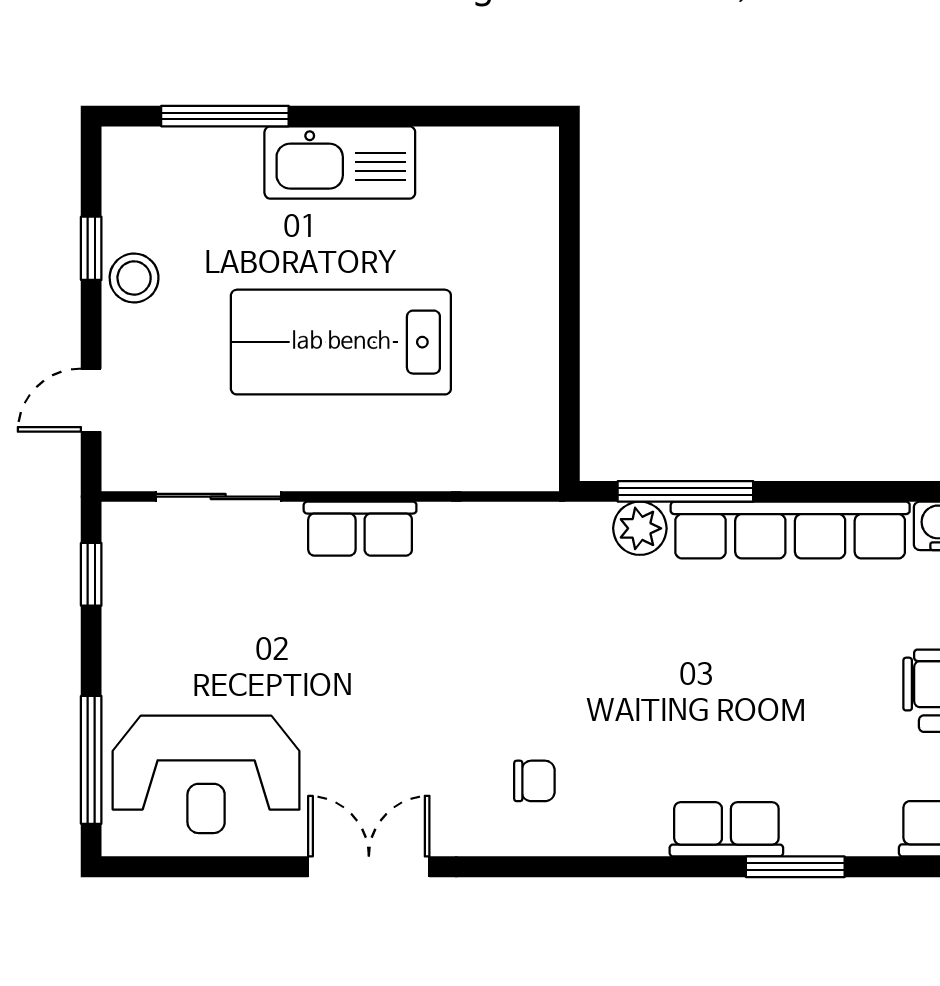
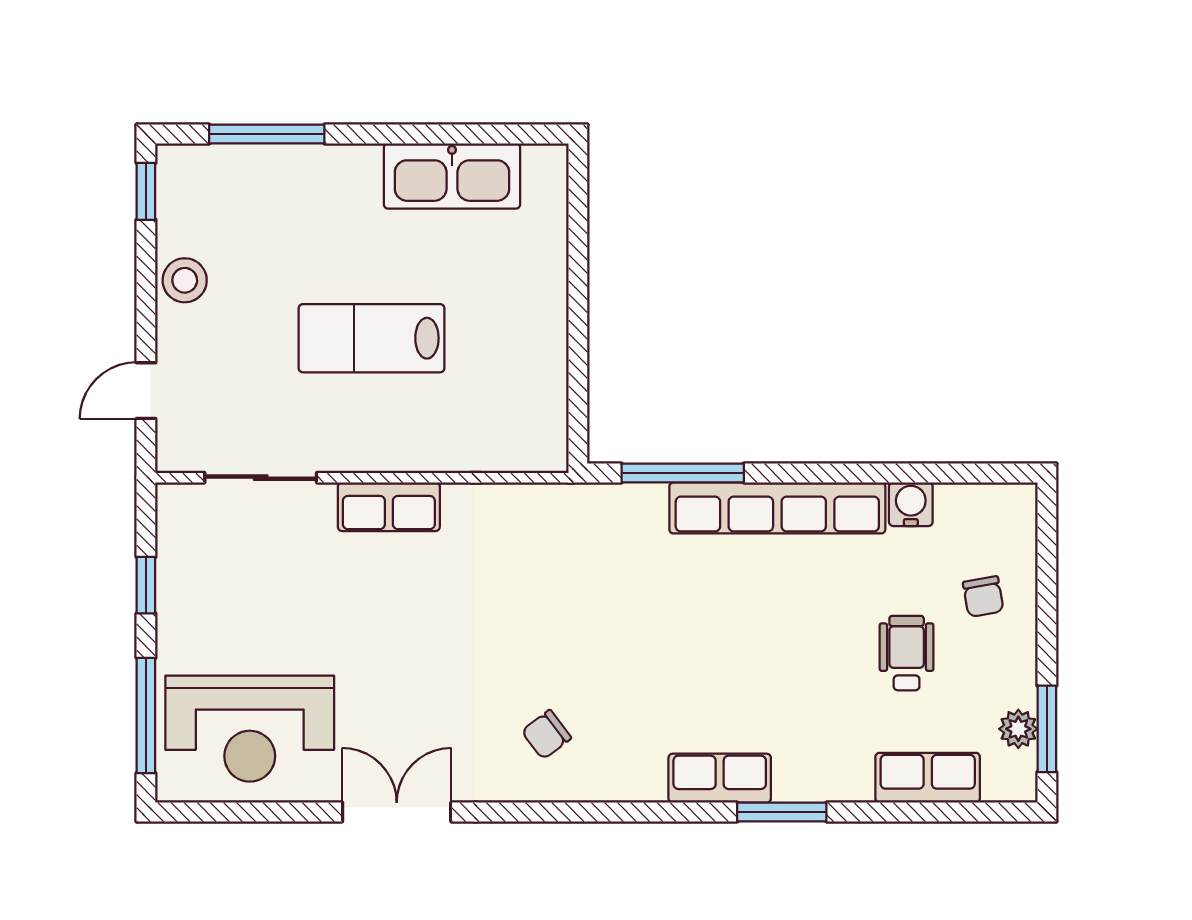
kitchen sink: (340, 162) -> (452, 176), moved
window: (91, 248) -> (146, 191), moved
lab bench: (341, 342) -> (372, 338), width x0.73, depth x0.72
plant: (640, 528) -> (642, 506), removed
window: (91, 574) -> (146, 585), moved
chair: (534, 781) -> (546, 735), turned 143

